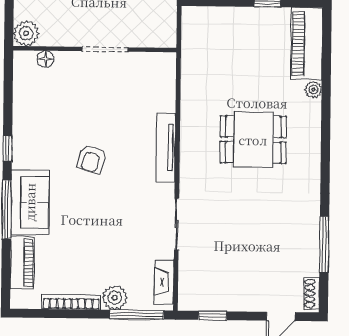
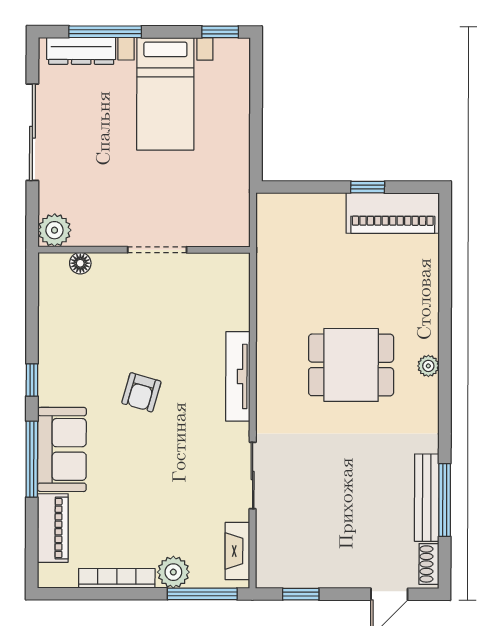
piano: (307, 43) -> (393, 213), moved, turned -90
plant: (313, 90) -> (428, 366), moved
bench: (310, 242) -> (427, 498), added

